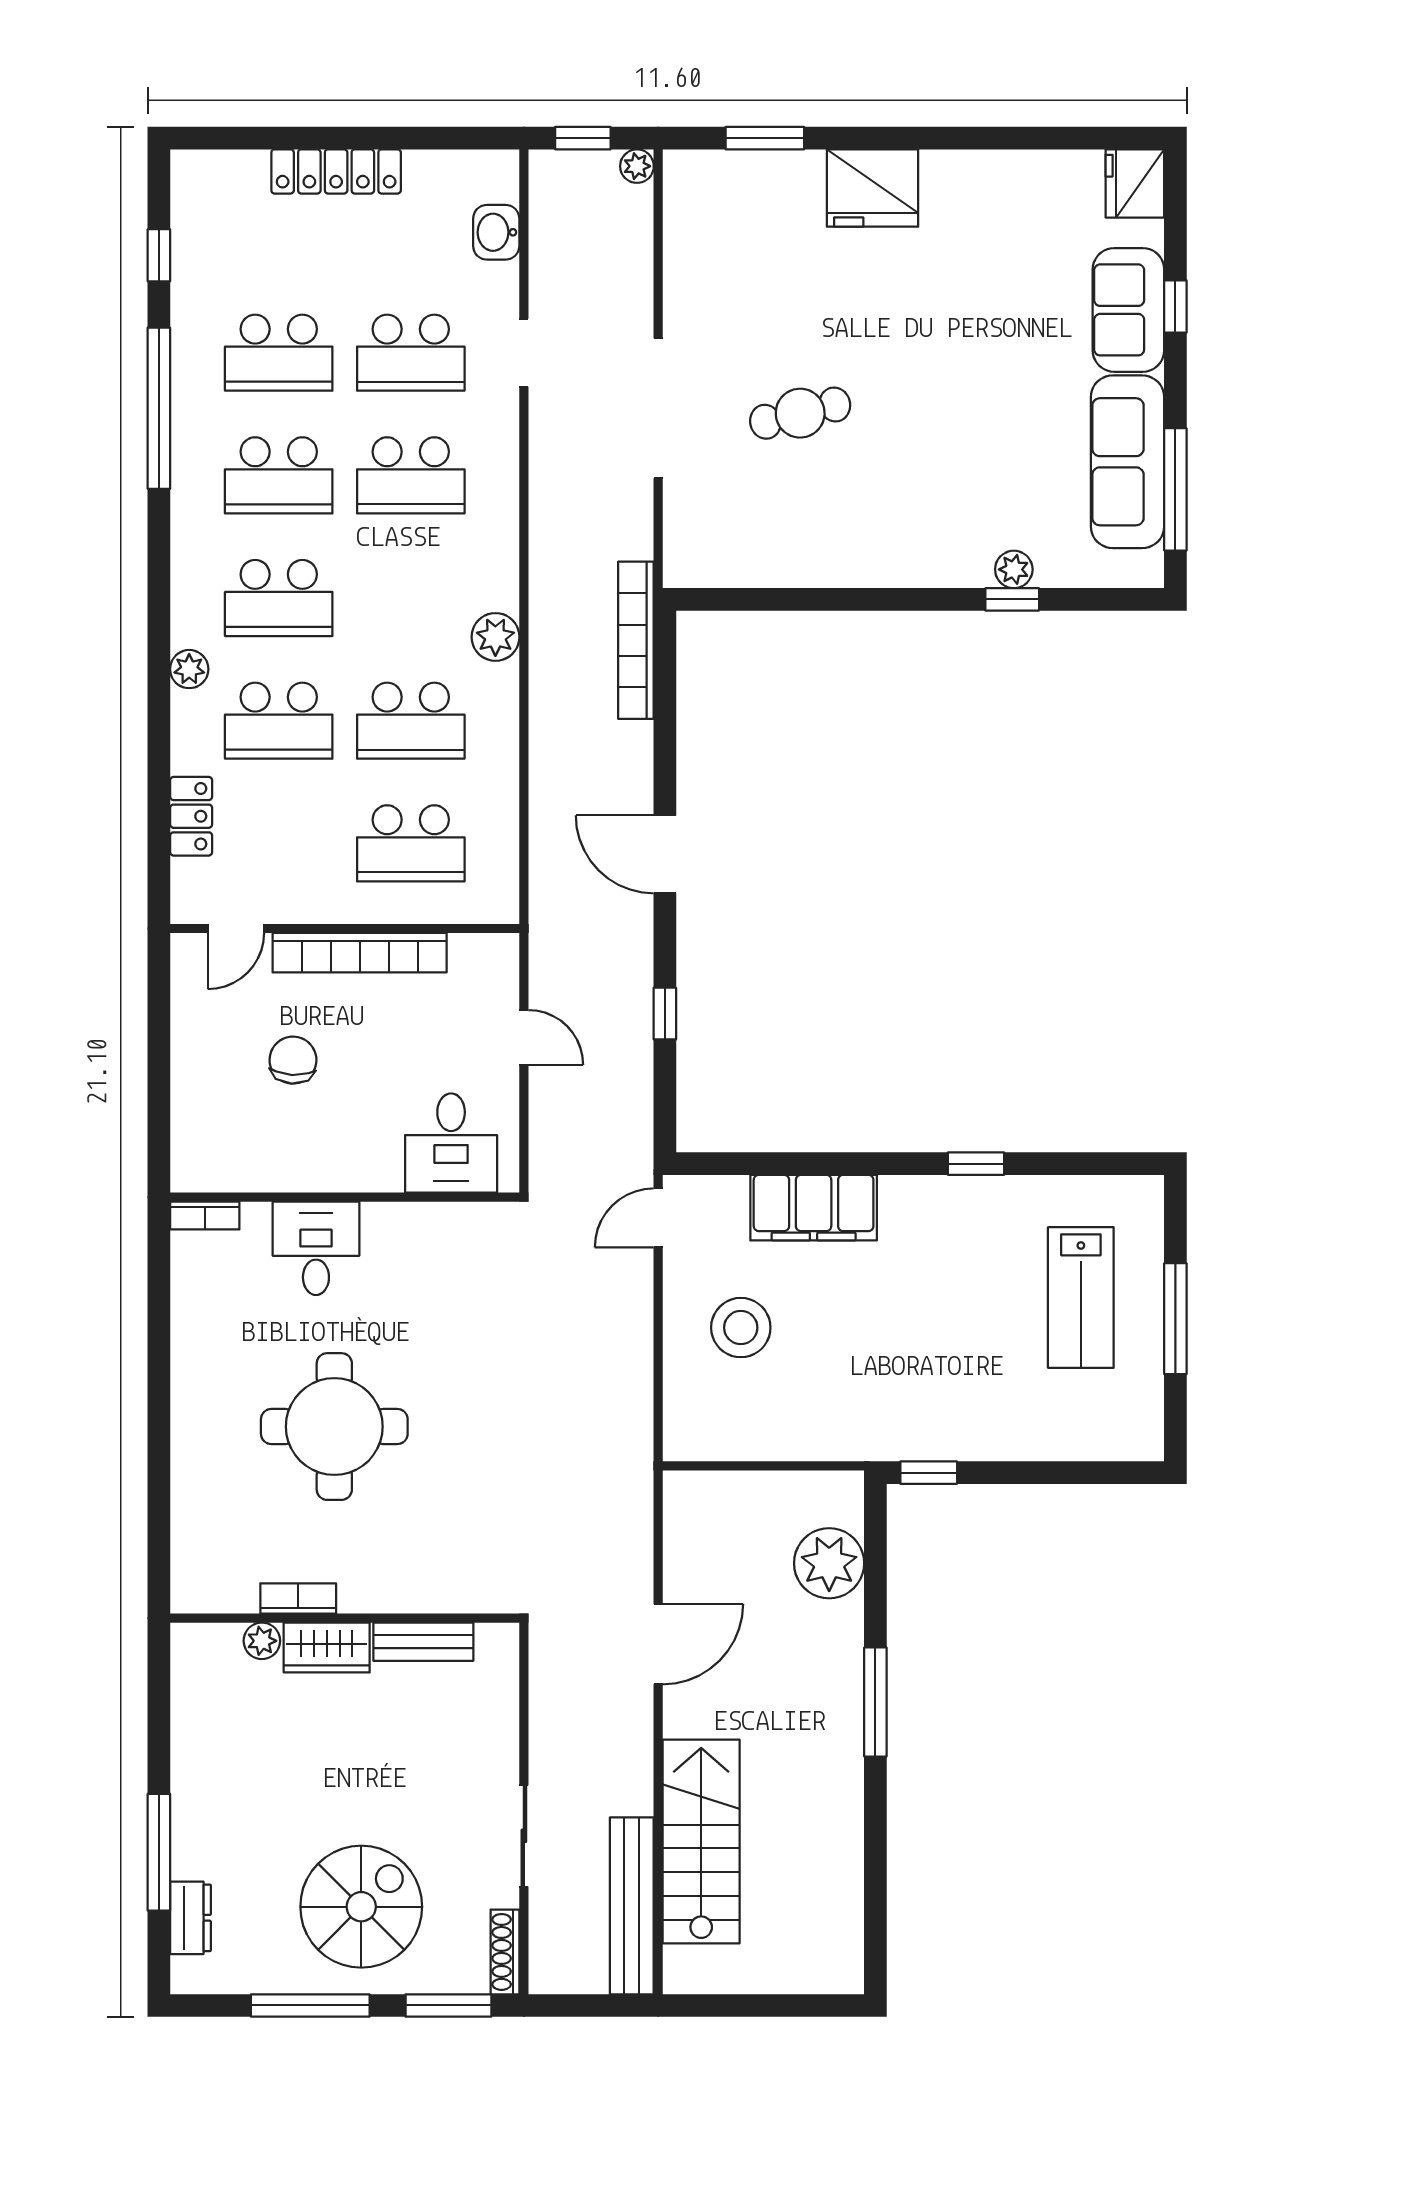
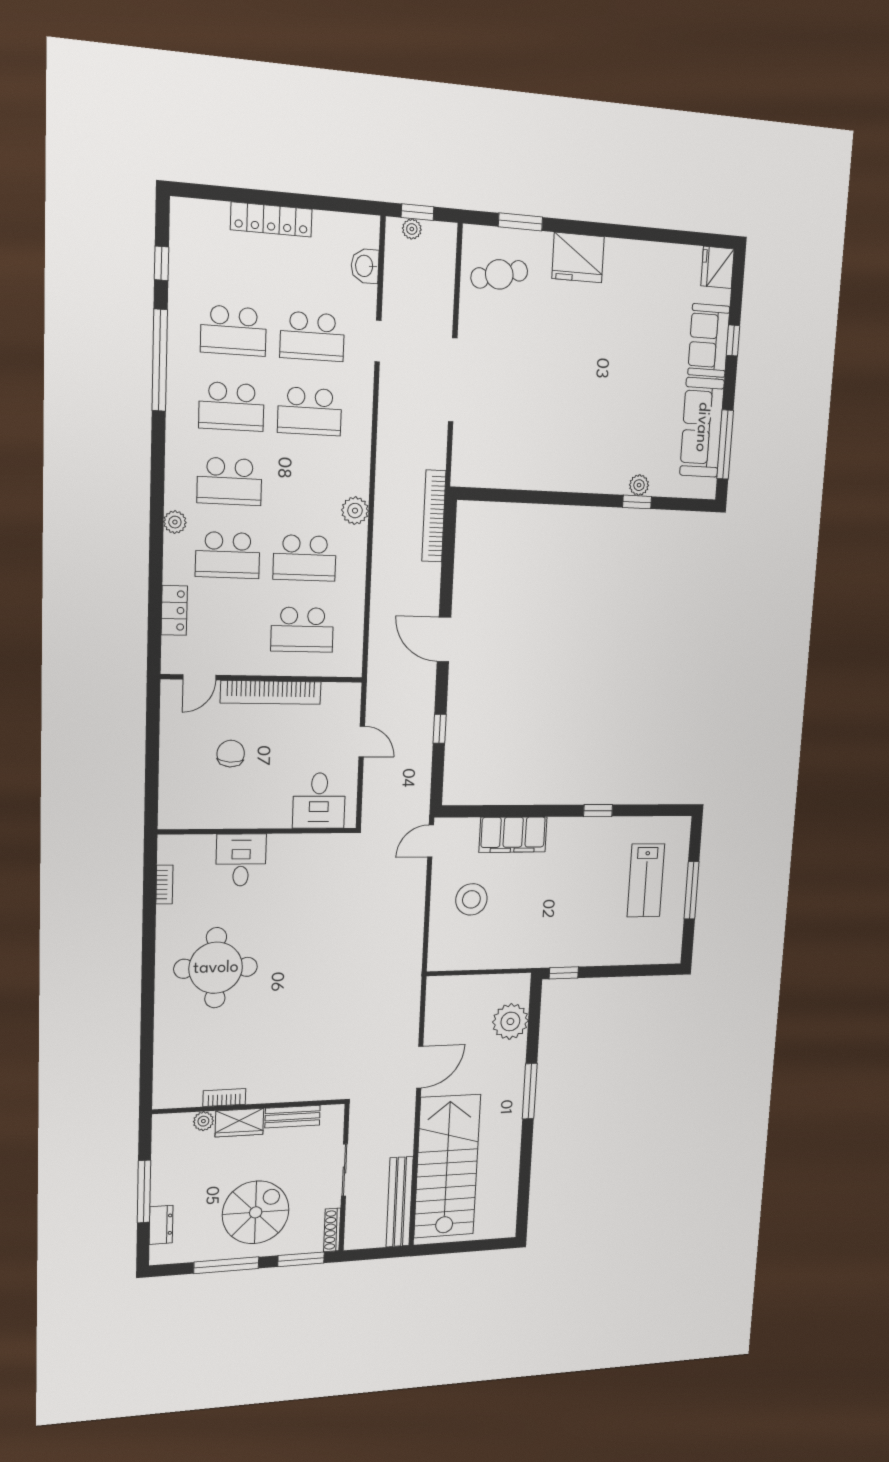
plant: (637, 166) -> (412, 229), moved
cafe table: (800, 413) -> (499, 274), moved
bookcase: (205, 1216) -> (164, 885), moved, turned -90
round table: (334, 1427) -> (216, 968), moved
bookcase: (298, 1598) -> (224, 1098), moved
wall: (345, 1618) -> (250, 1107), moved
plant: (262, 1641) -> (203, 1121), moved
bench: (423, 1642) -> (293, 1117), moved
wardrobe: (327, 1648) -> (239, 1123), moved
stairs: (701, 1842) -> (447, 1166), width x1.36, depth x1.51

